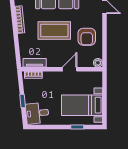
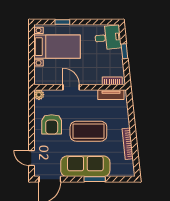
armchair: (87, 37) -> (52, 124), turned 180
door: (70, 69) -> (71, 87), swing flipped

